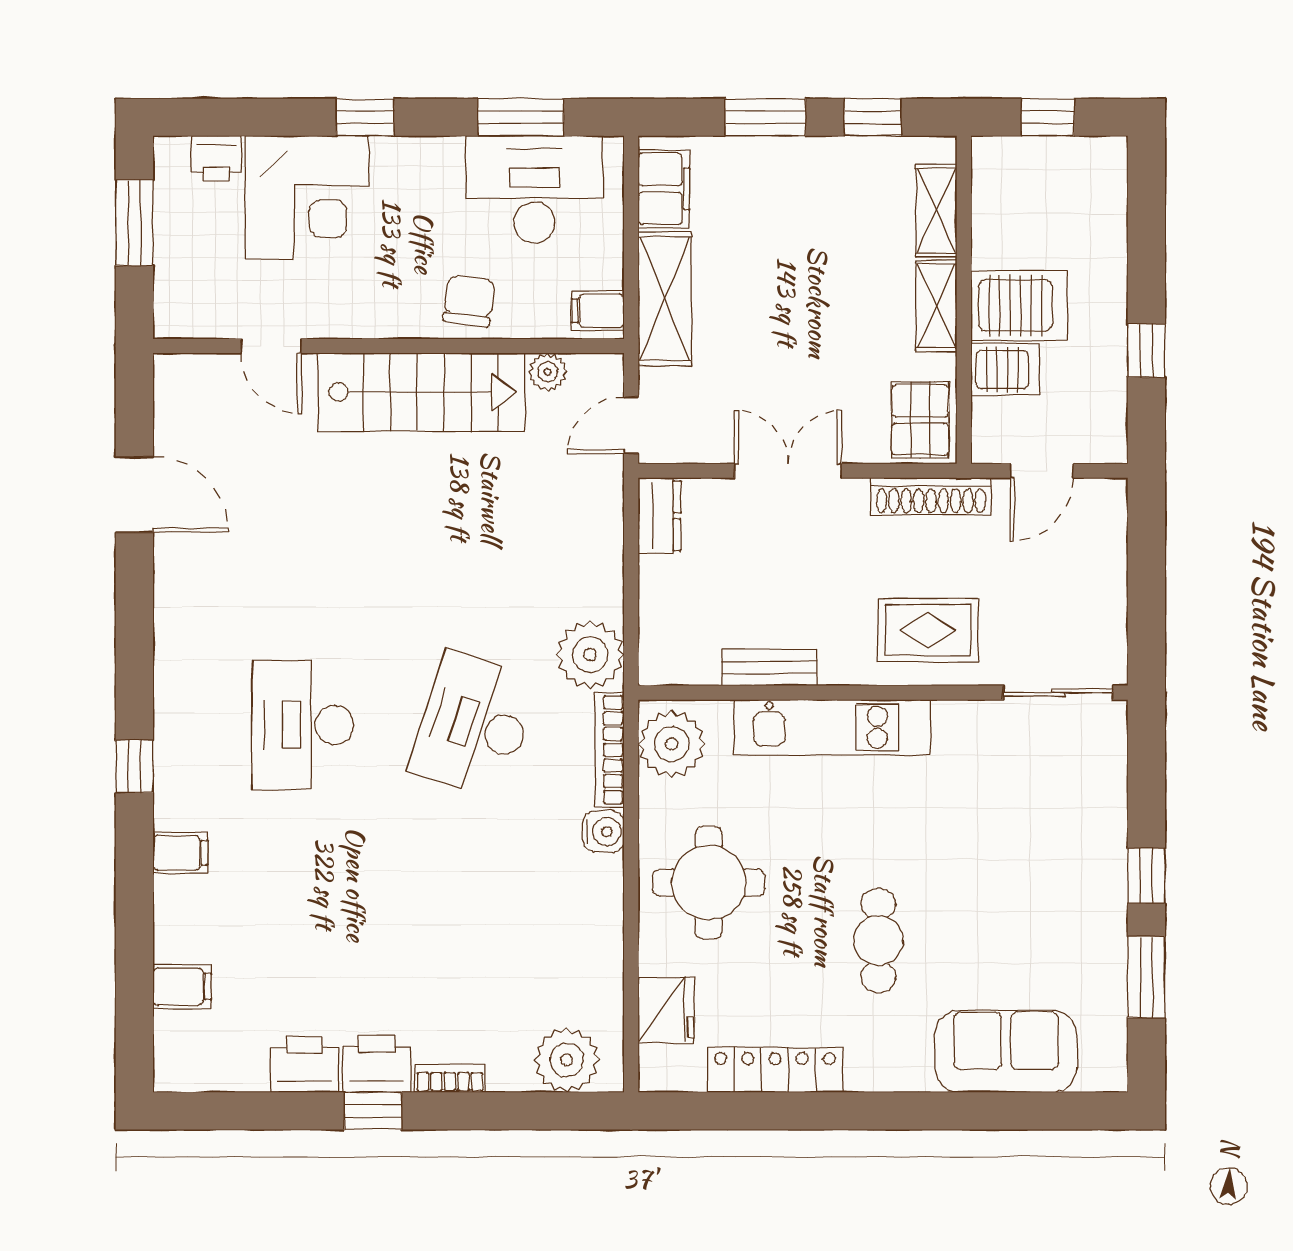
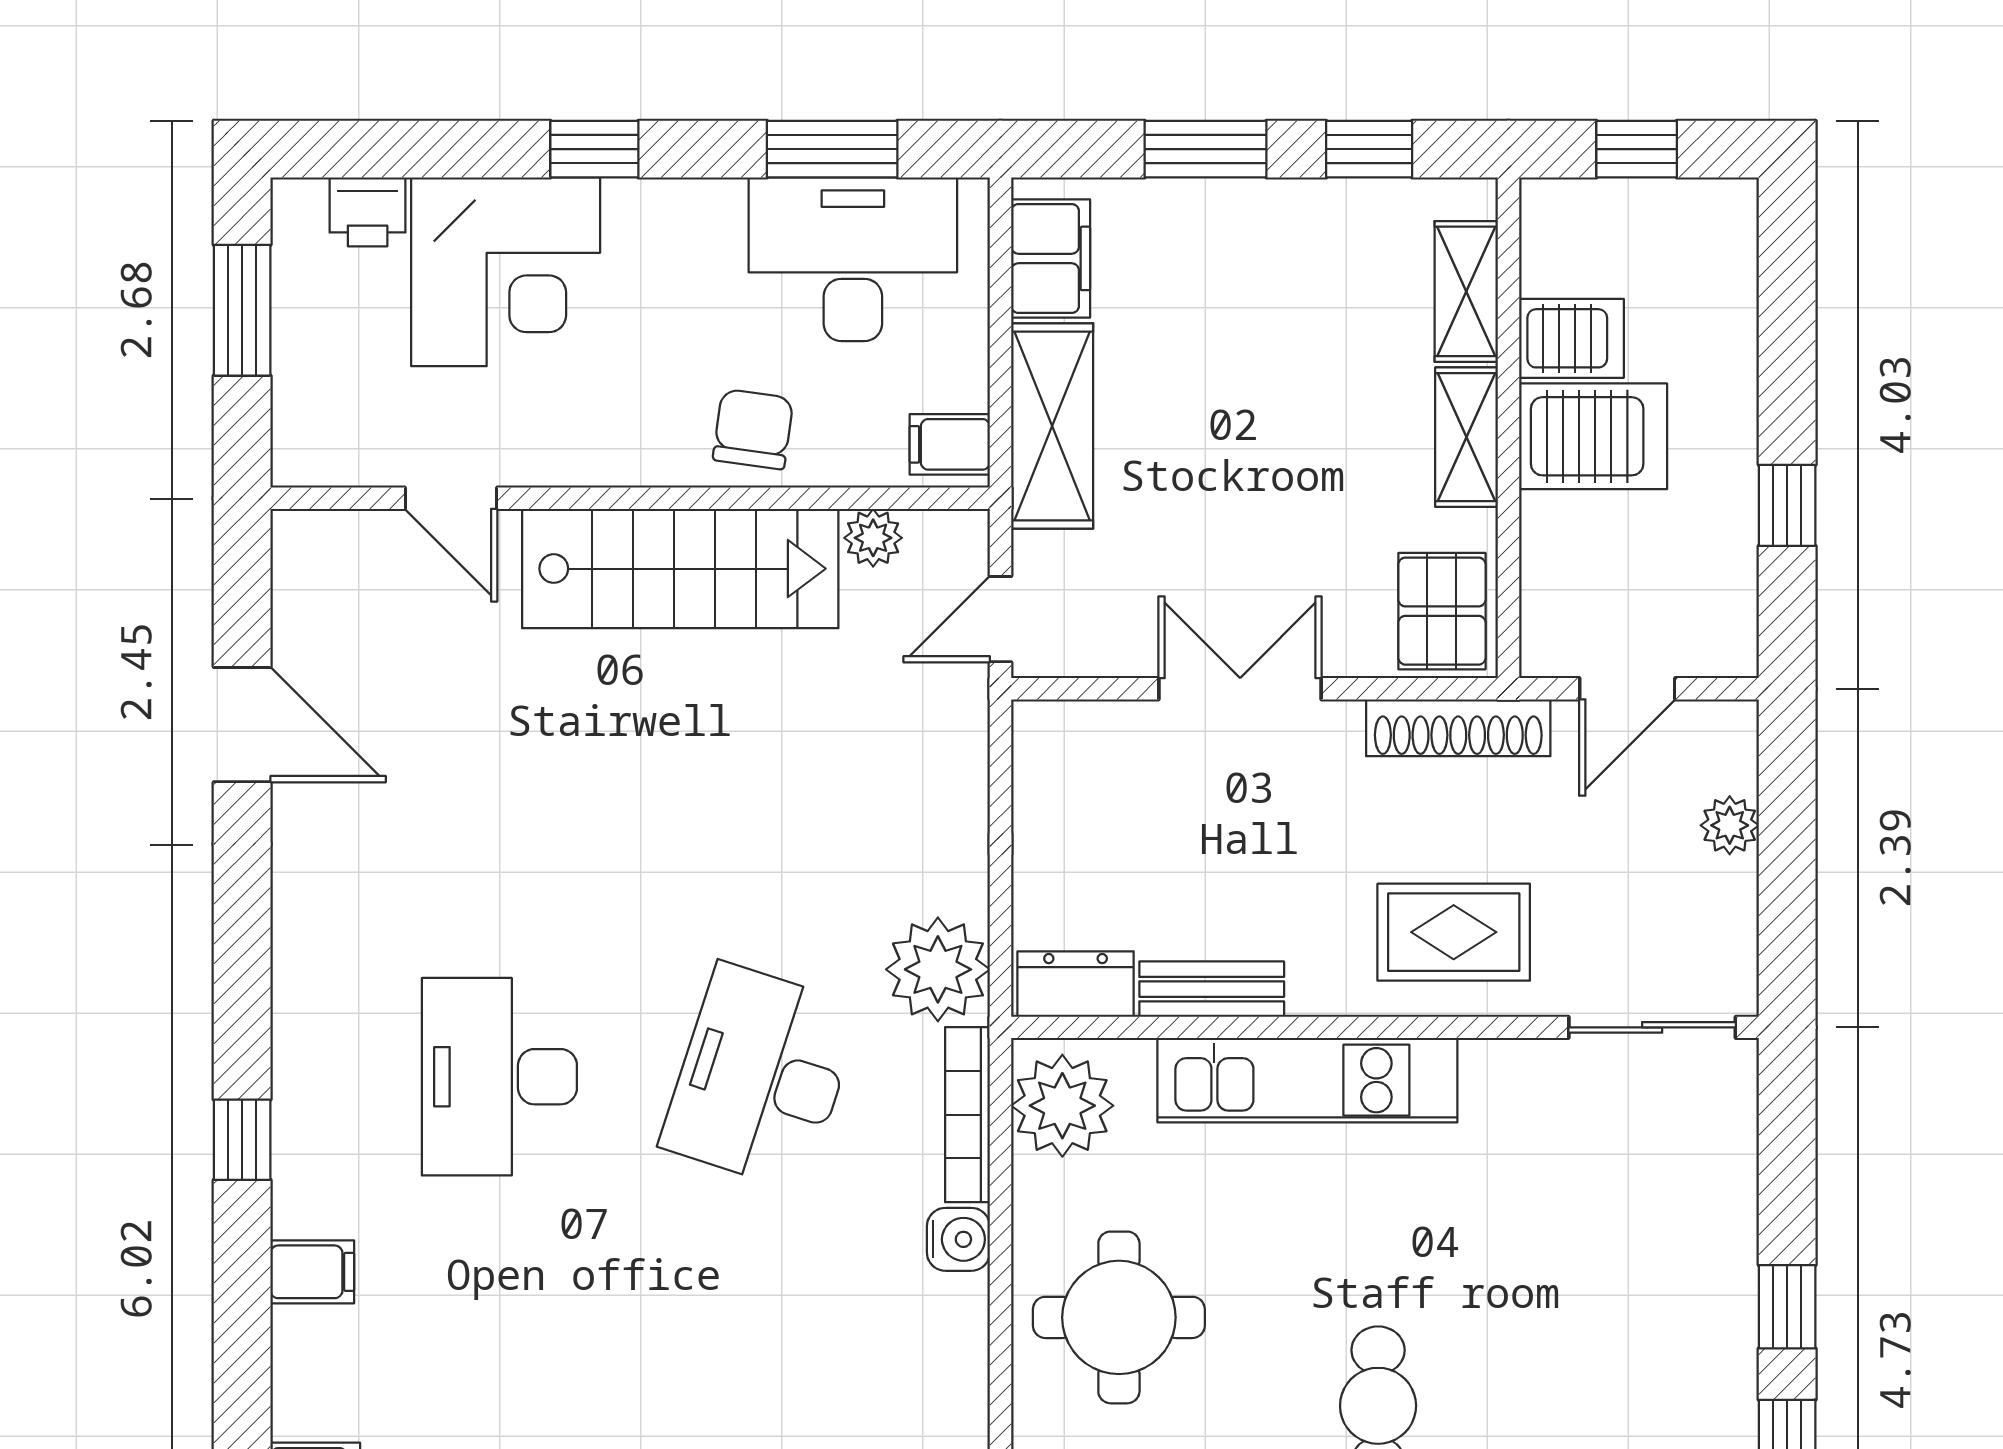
server rack: (1005, 370) -> (1571, 338), moved
dresser: (659, 516) -> (1076, 984), moved, turned -90
plant: (1109, 560) -> (1730, 825), added

